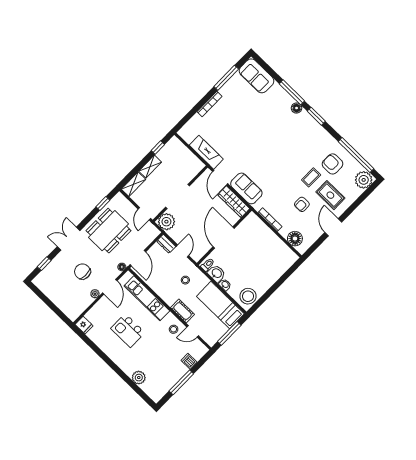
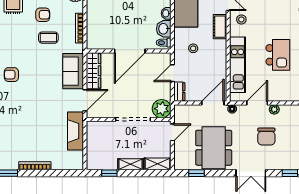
armchair: (283, 147) -> (11, 75), added
coffee table: (311, 177) -> (48, 38), moved
dining table: (108, 231) -> (214, 148), turned 90

